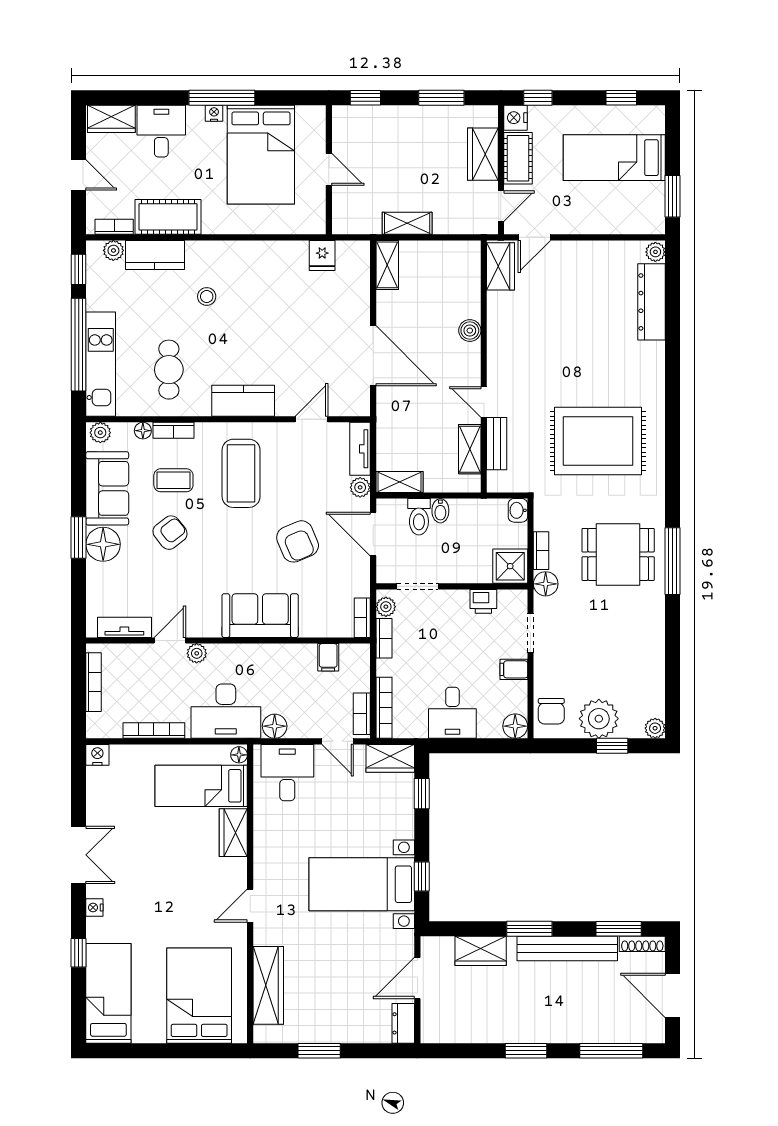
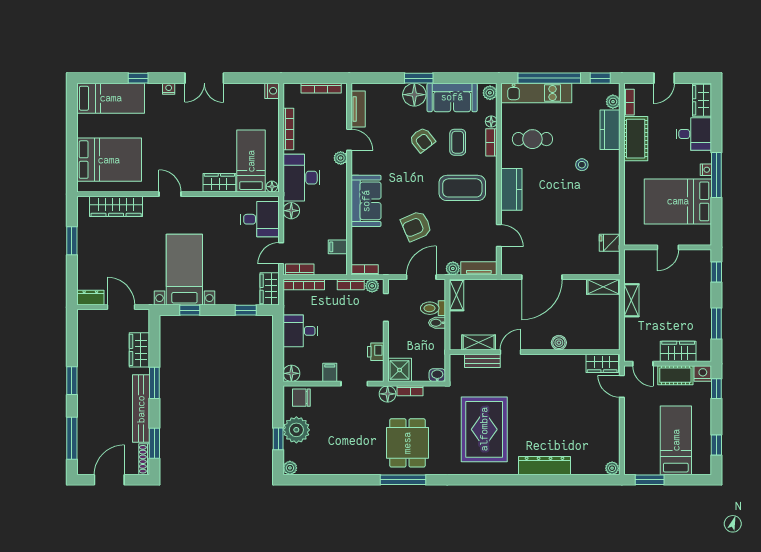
dresser: (652, 302) -> (545, 466), moved

